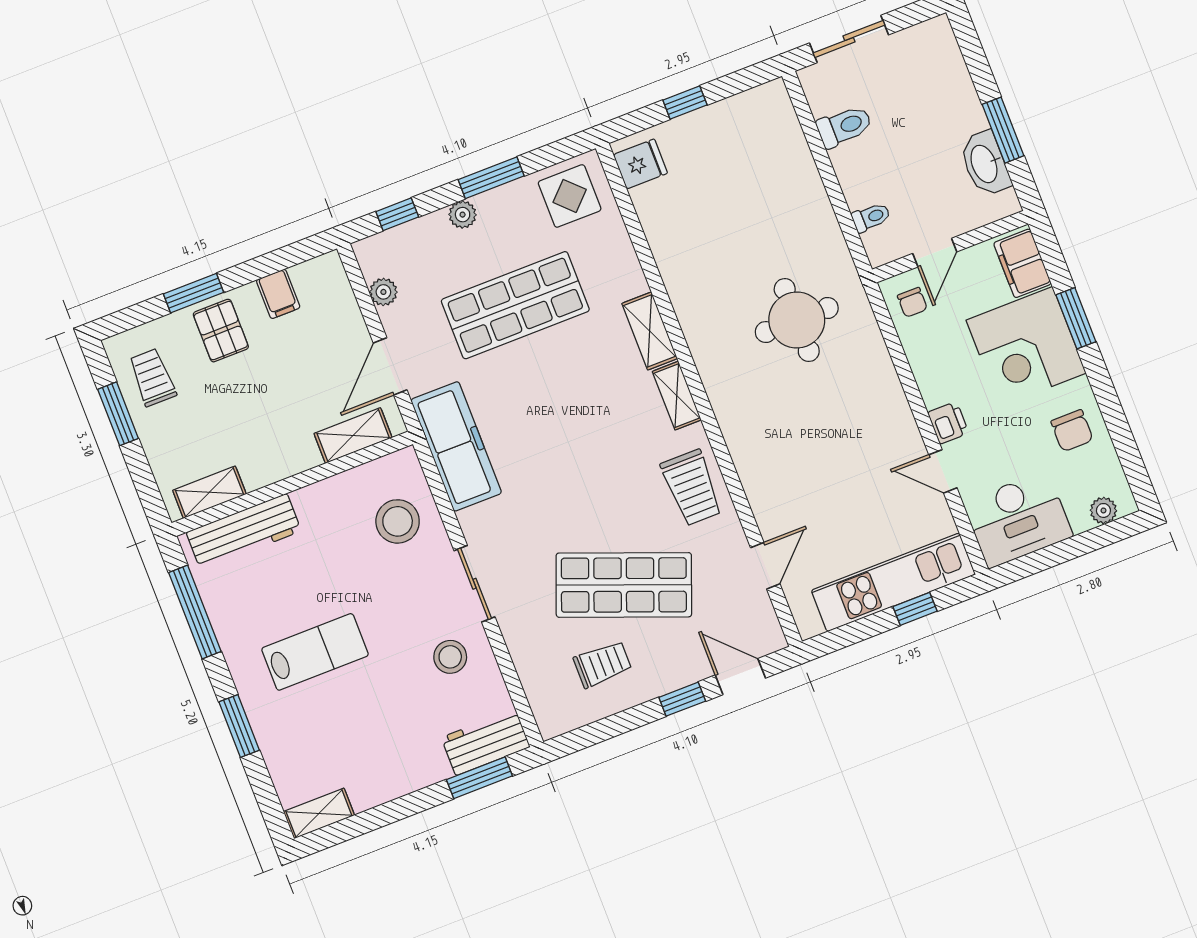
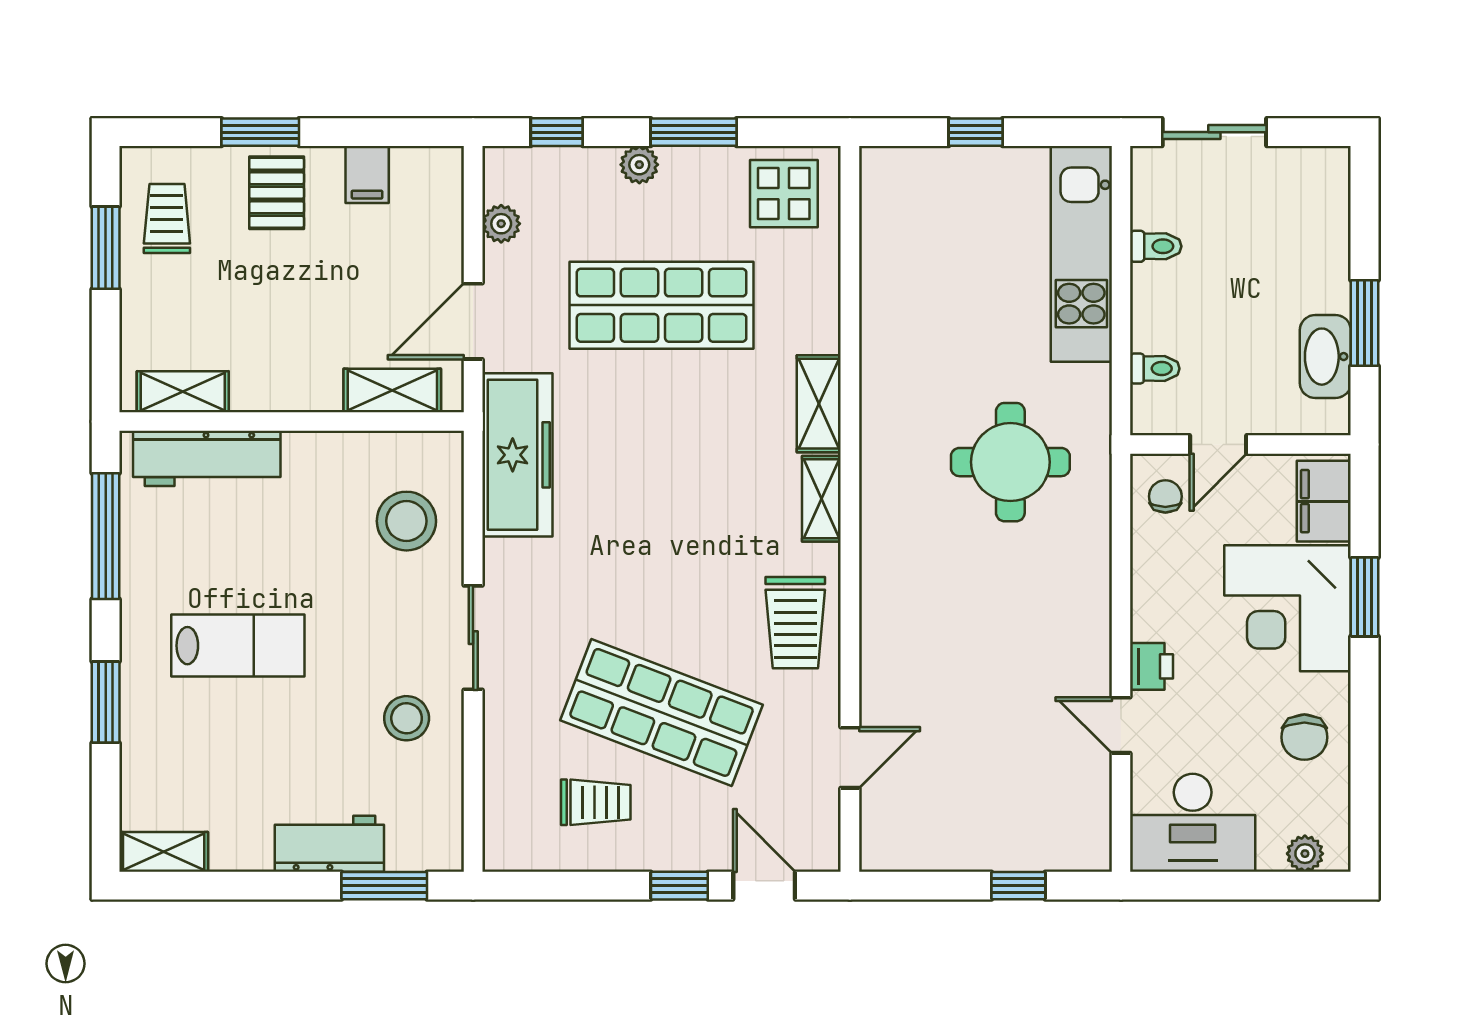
toilet: (844, 126) -> (1156, 246), width x0.73, depth x0.72
fridge: (640, 164) -> (889, 188), removed
chair: (912, 302) -> (1165, 496), turned 180
kitchen unit: (893, 582) -> (1081, 254), moved, turned -90
workbench: (486, 742) -> (329, 844), moved

